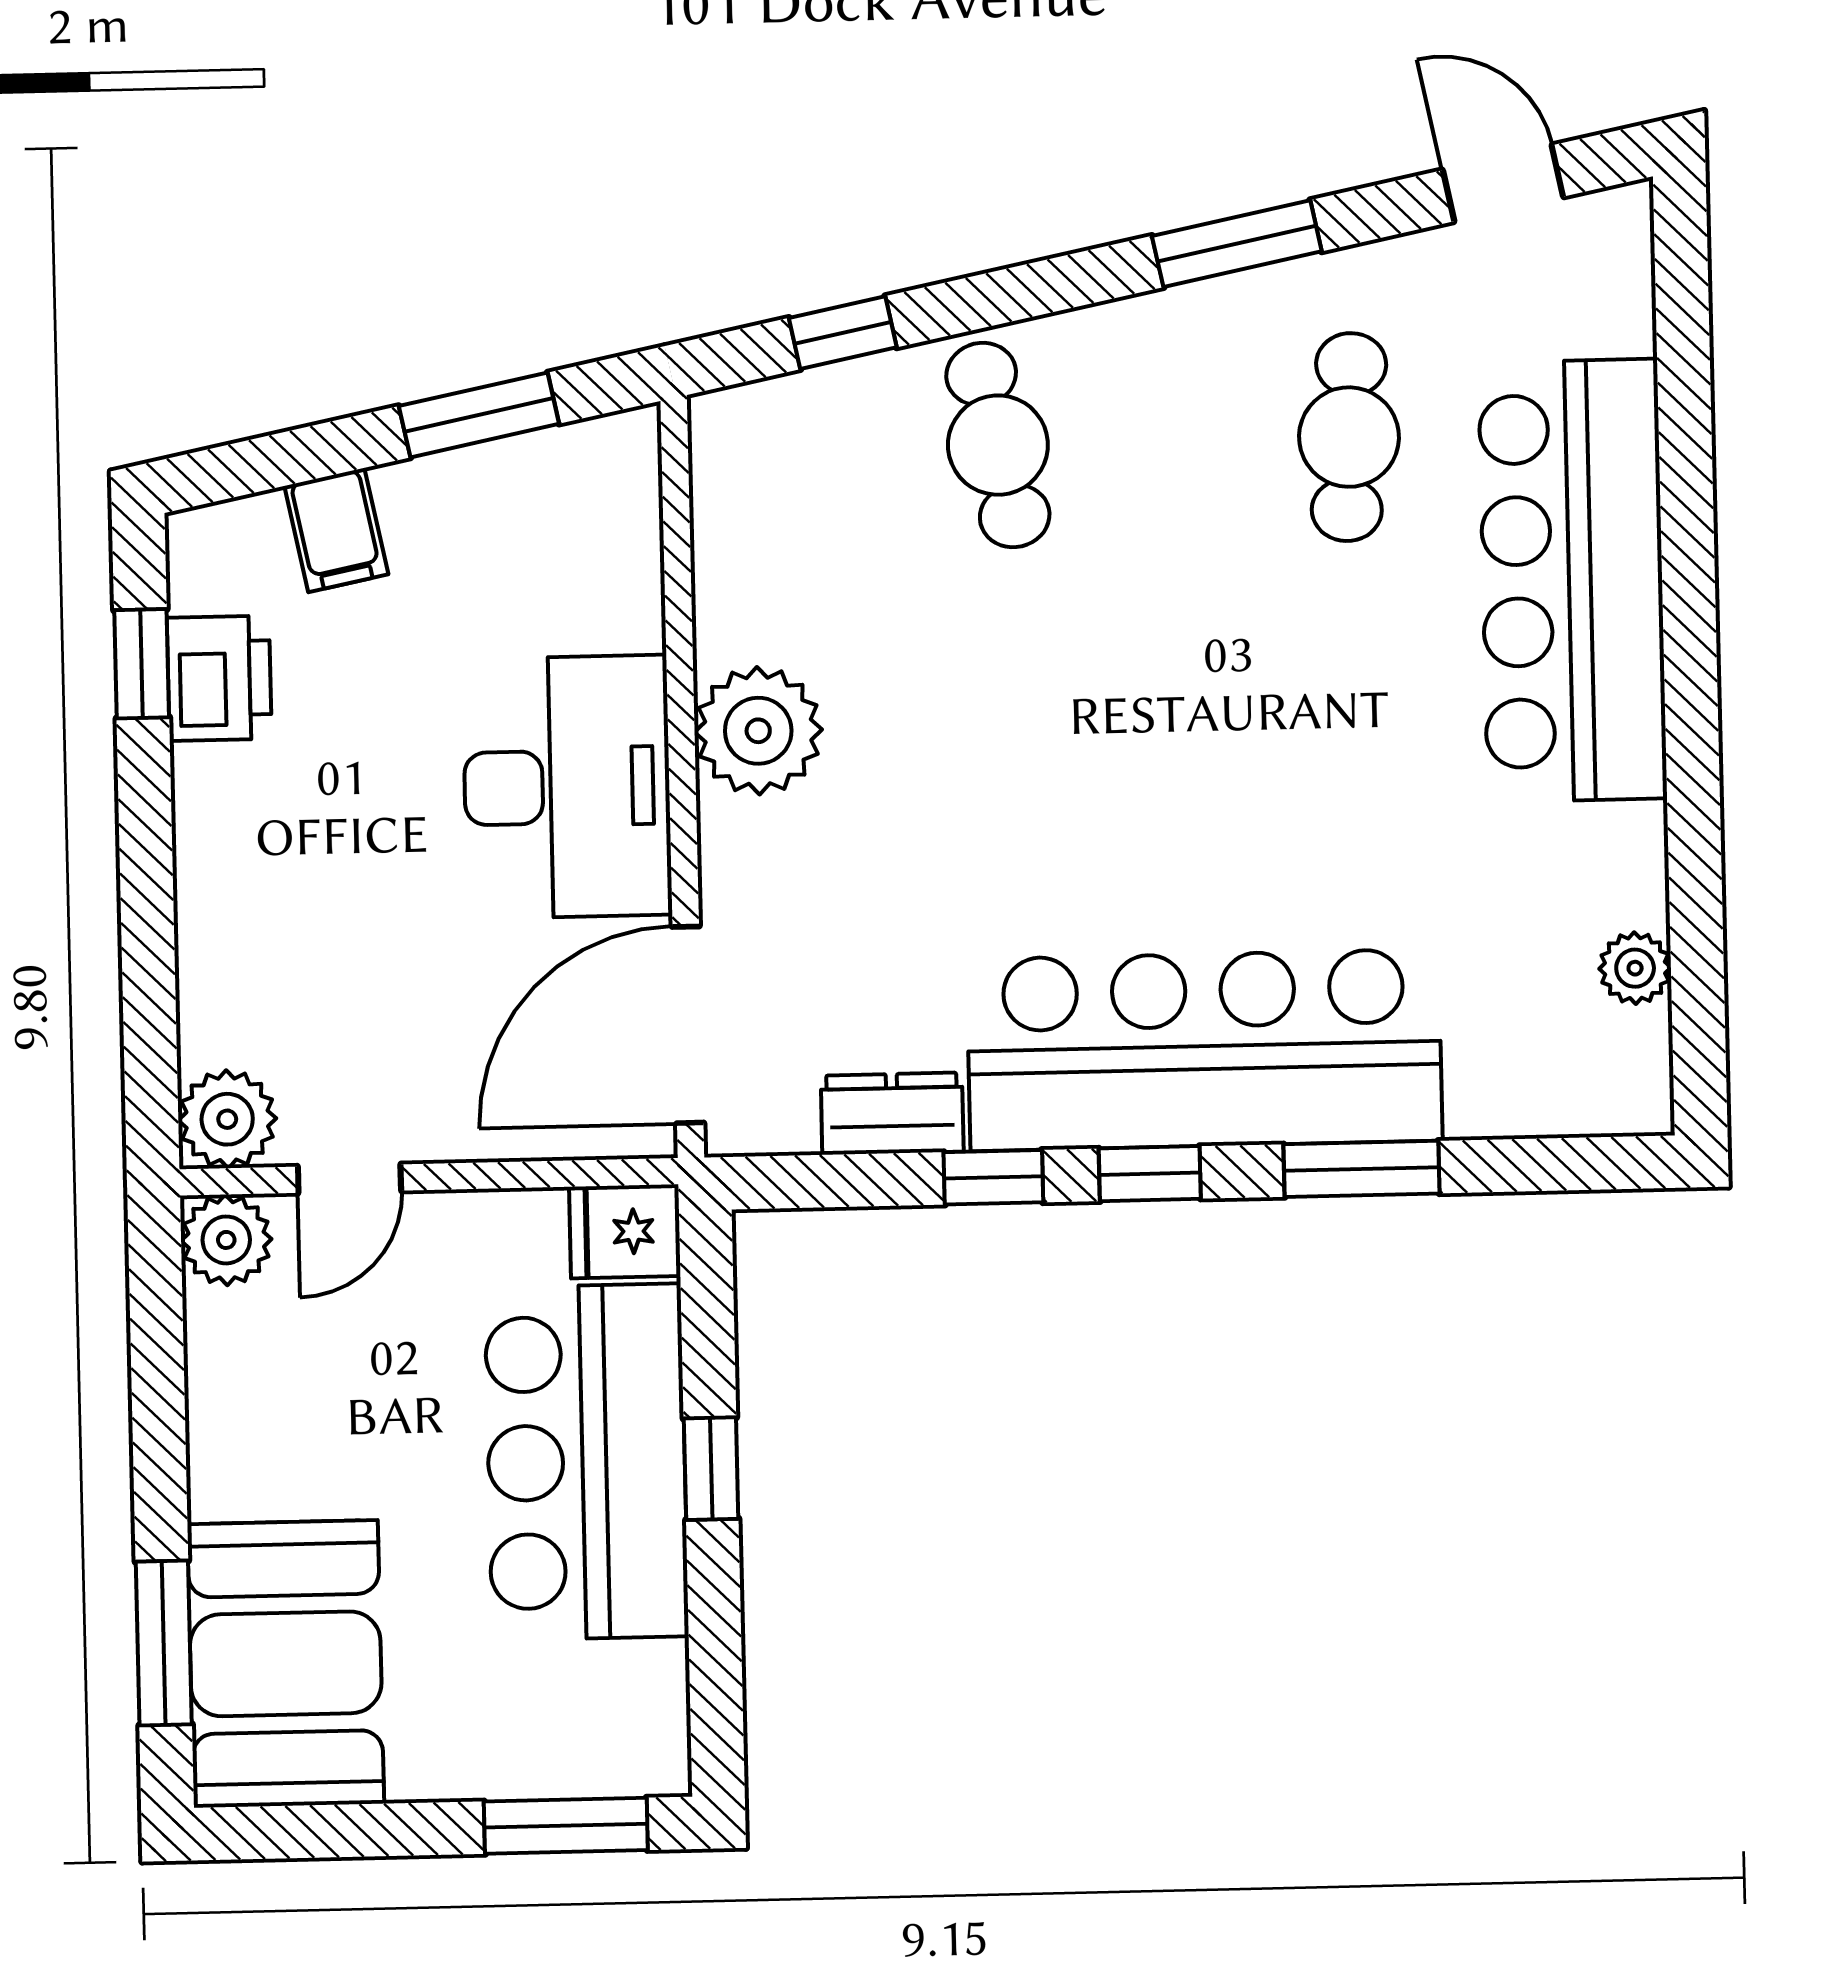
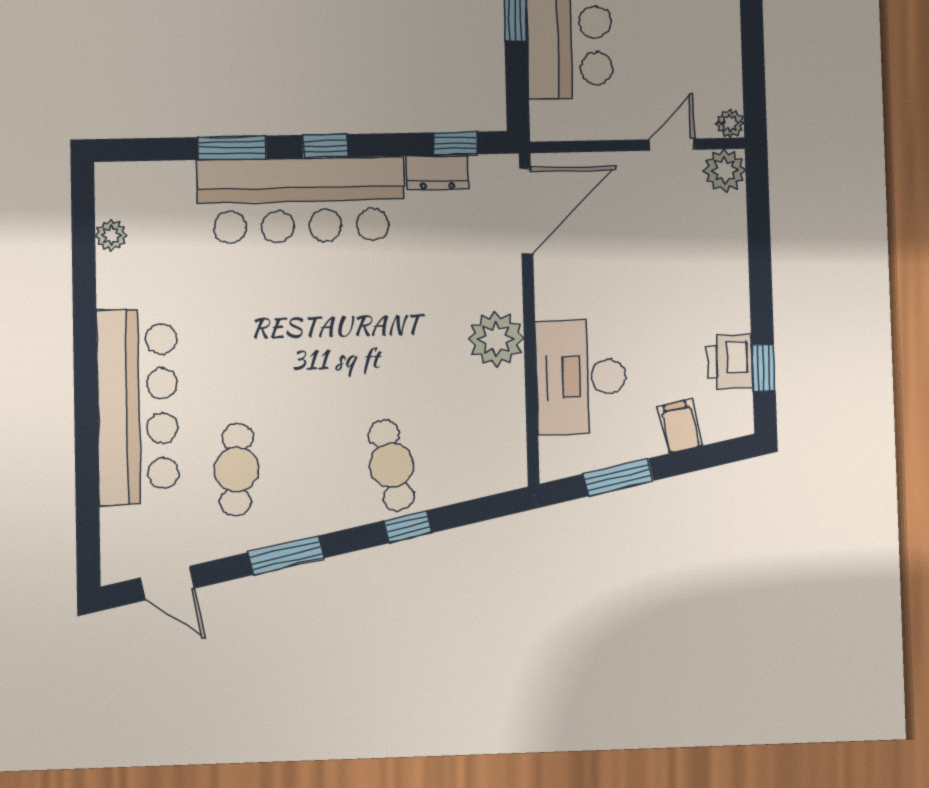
window: (843, 333) -> (408, 527), moved
desk: (567, 787) -> (581, 377), moved
window: (993, 1177) -> (455, 143), moved
fridge: (625, 1231) -> (553, 122), removed
plant: (226, 1240) -> (730, 124), width x0.73, depth x0.73

